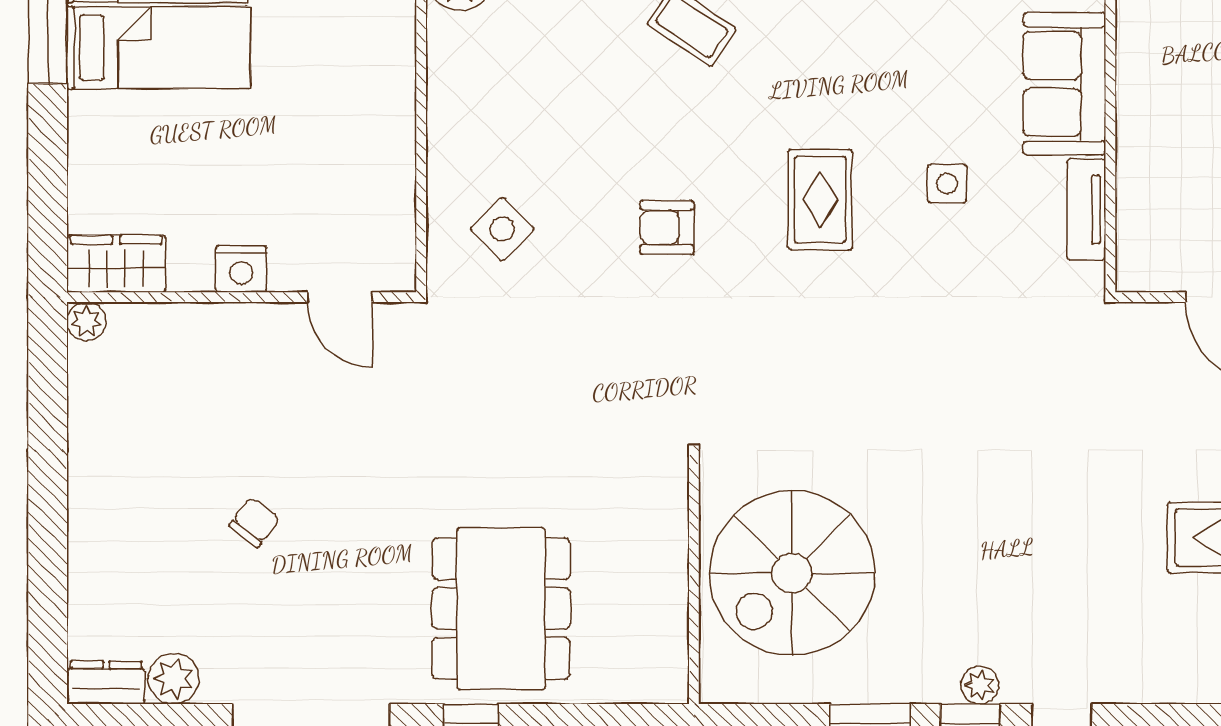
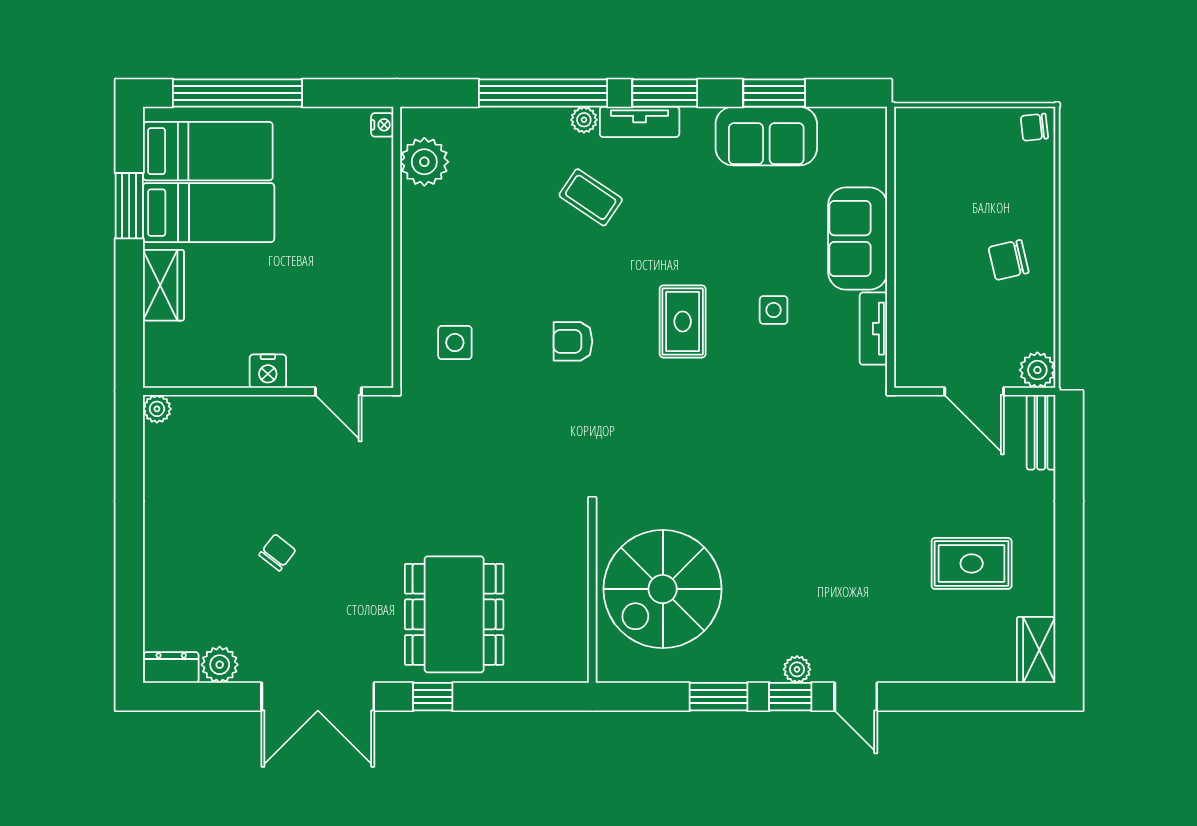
side table: (502, 229) -> (455, 343), turned 45
wardrobe: (116, 264) -> (163, 285), moved, turned 90

